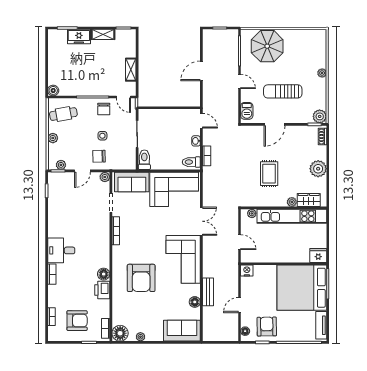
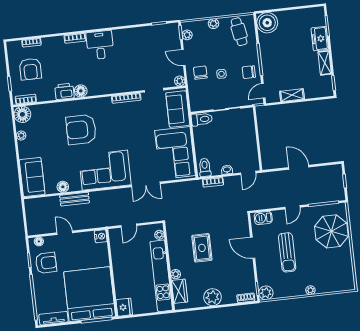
boiler: (53, 90) -> (267, 23), width x1.86, depth x1.86
sun lounger: (283, 91) -> (287, 252), turned 180
rug: (269, 174) -> (202, 248), turned 90

